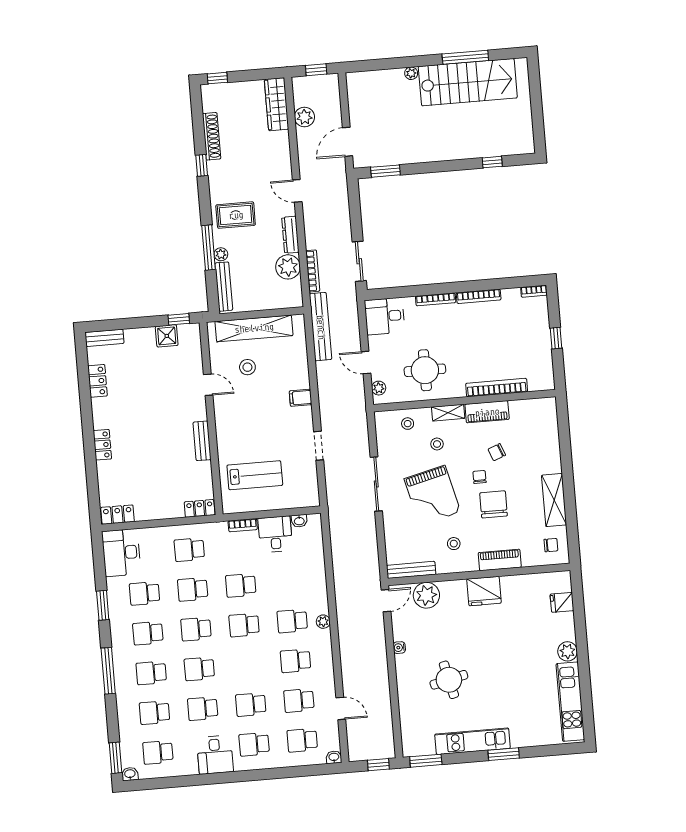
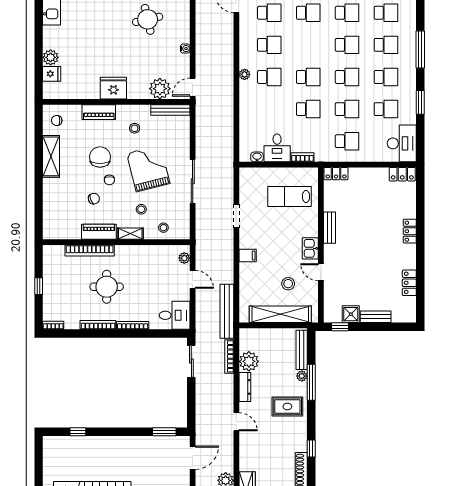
bench: (104, 338) -> (376, 317), moved
round table: (425, 370) -> (107, 287), moved
kitchen sink: (224, 413) -> (310, 248), added
chair: (494, 504) -> (100, 157), turned 180
plant: (568, 651) -> (51, 57), moved

